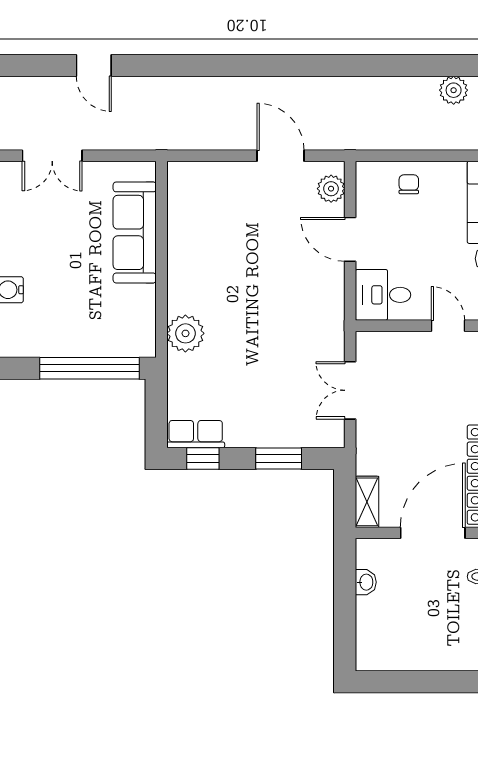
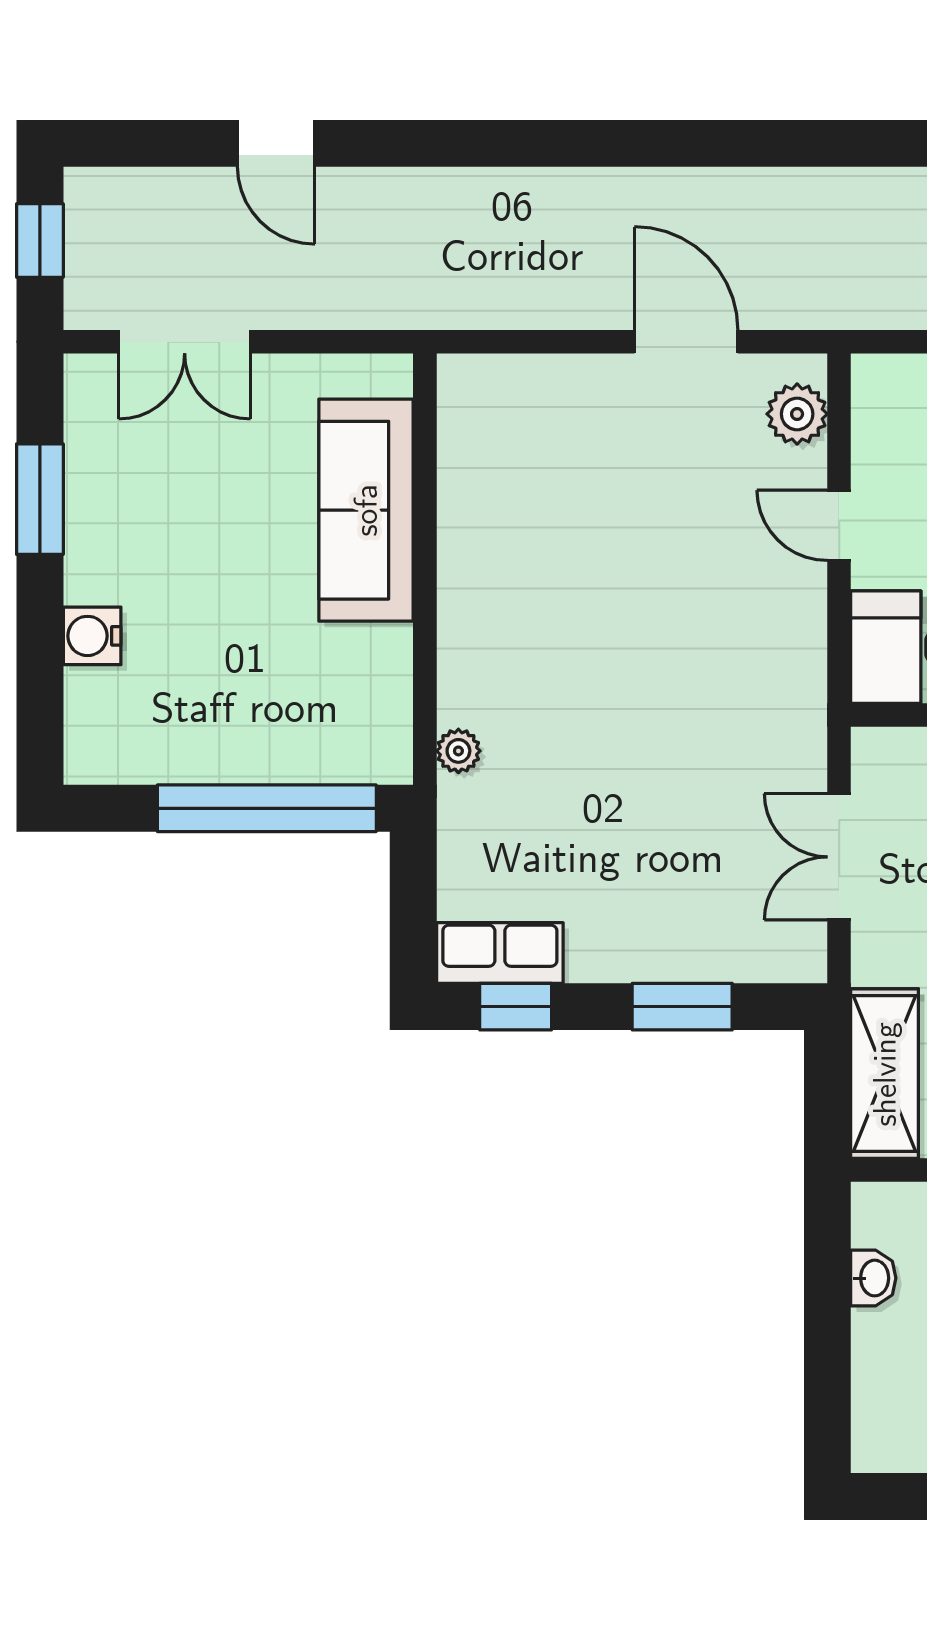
door: (350, 239) -> (839, 525), width x0.73
plant: (185, 333) -> (458, 751), width x0.53, depth x0.53
shelving: (367, 502) -> (885, 1074), width x1.50, depth x1.33

